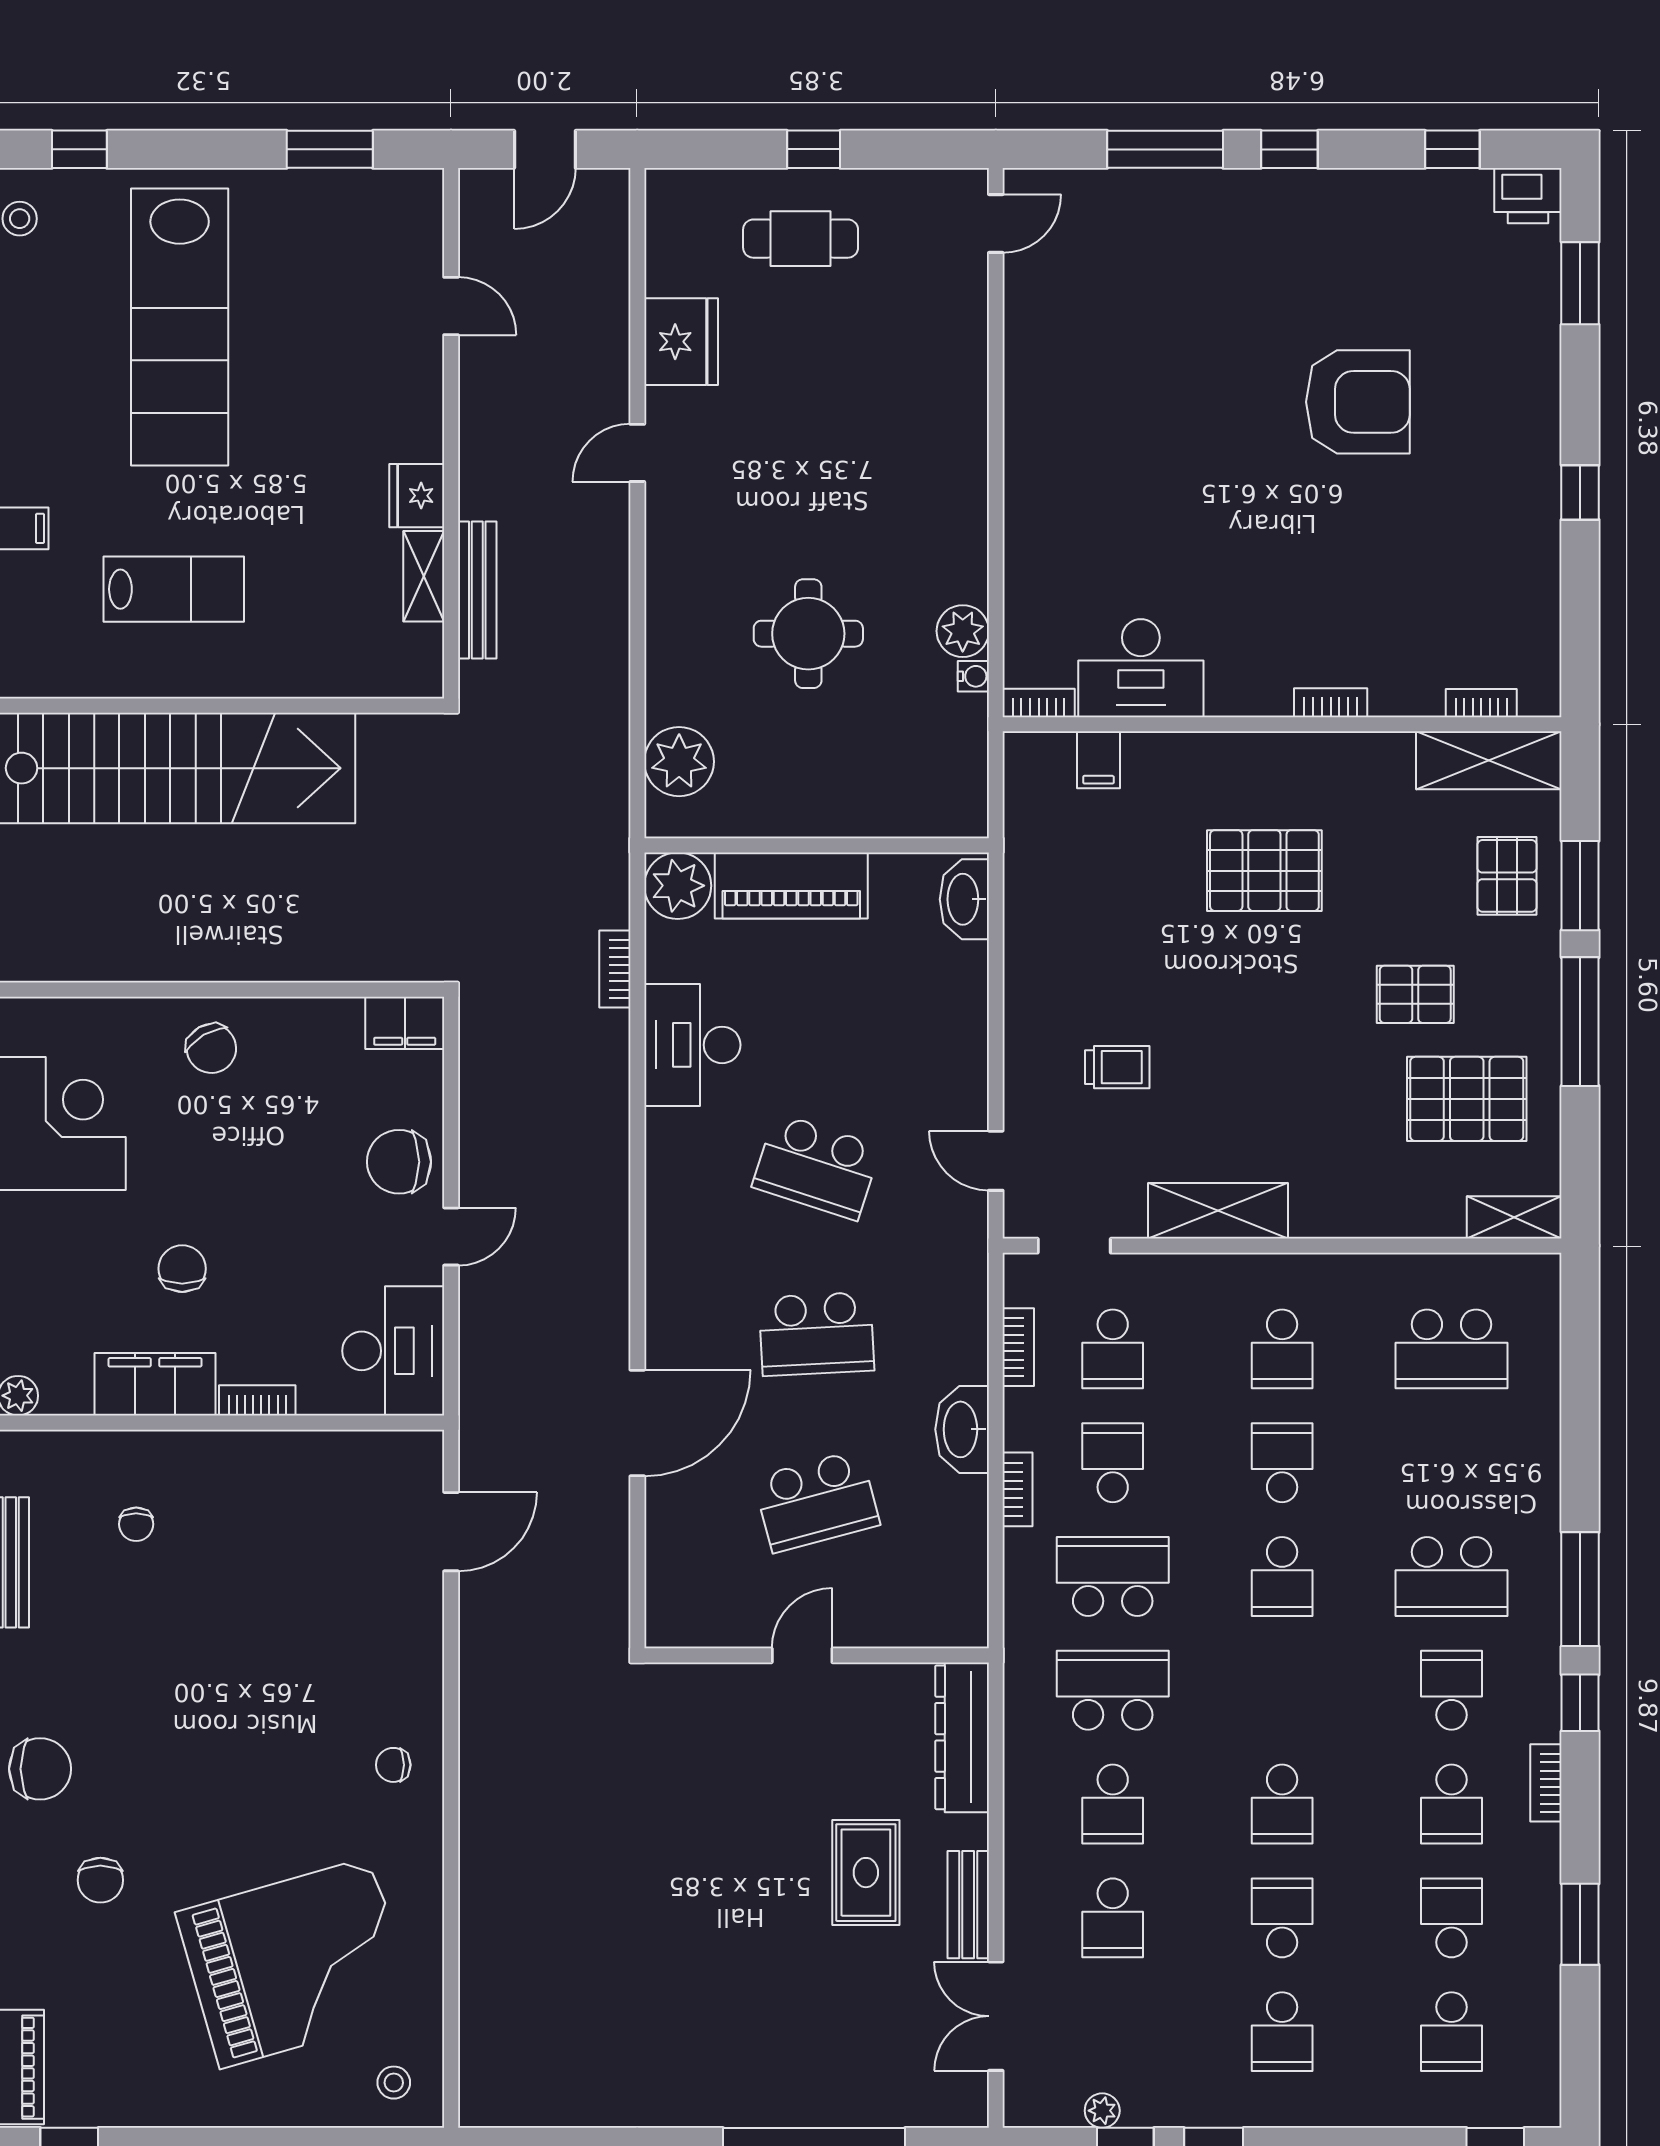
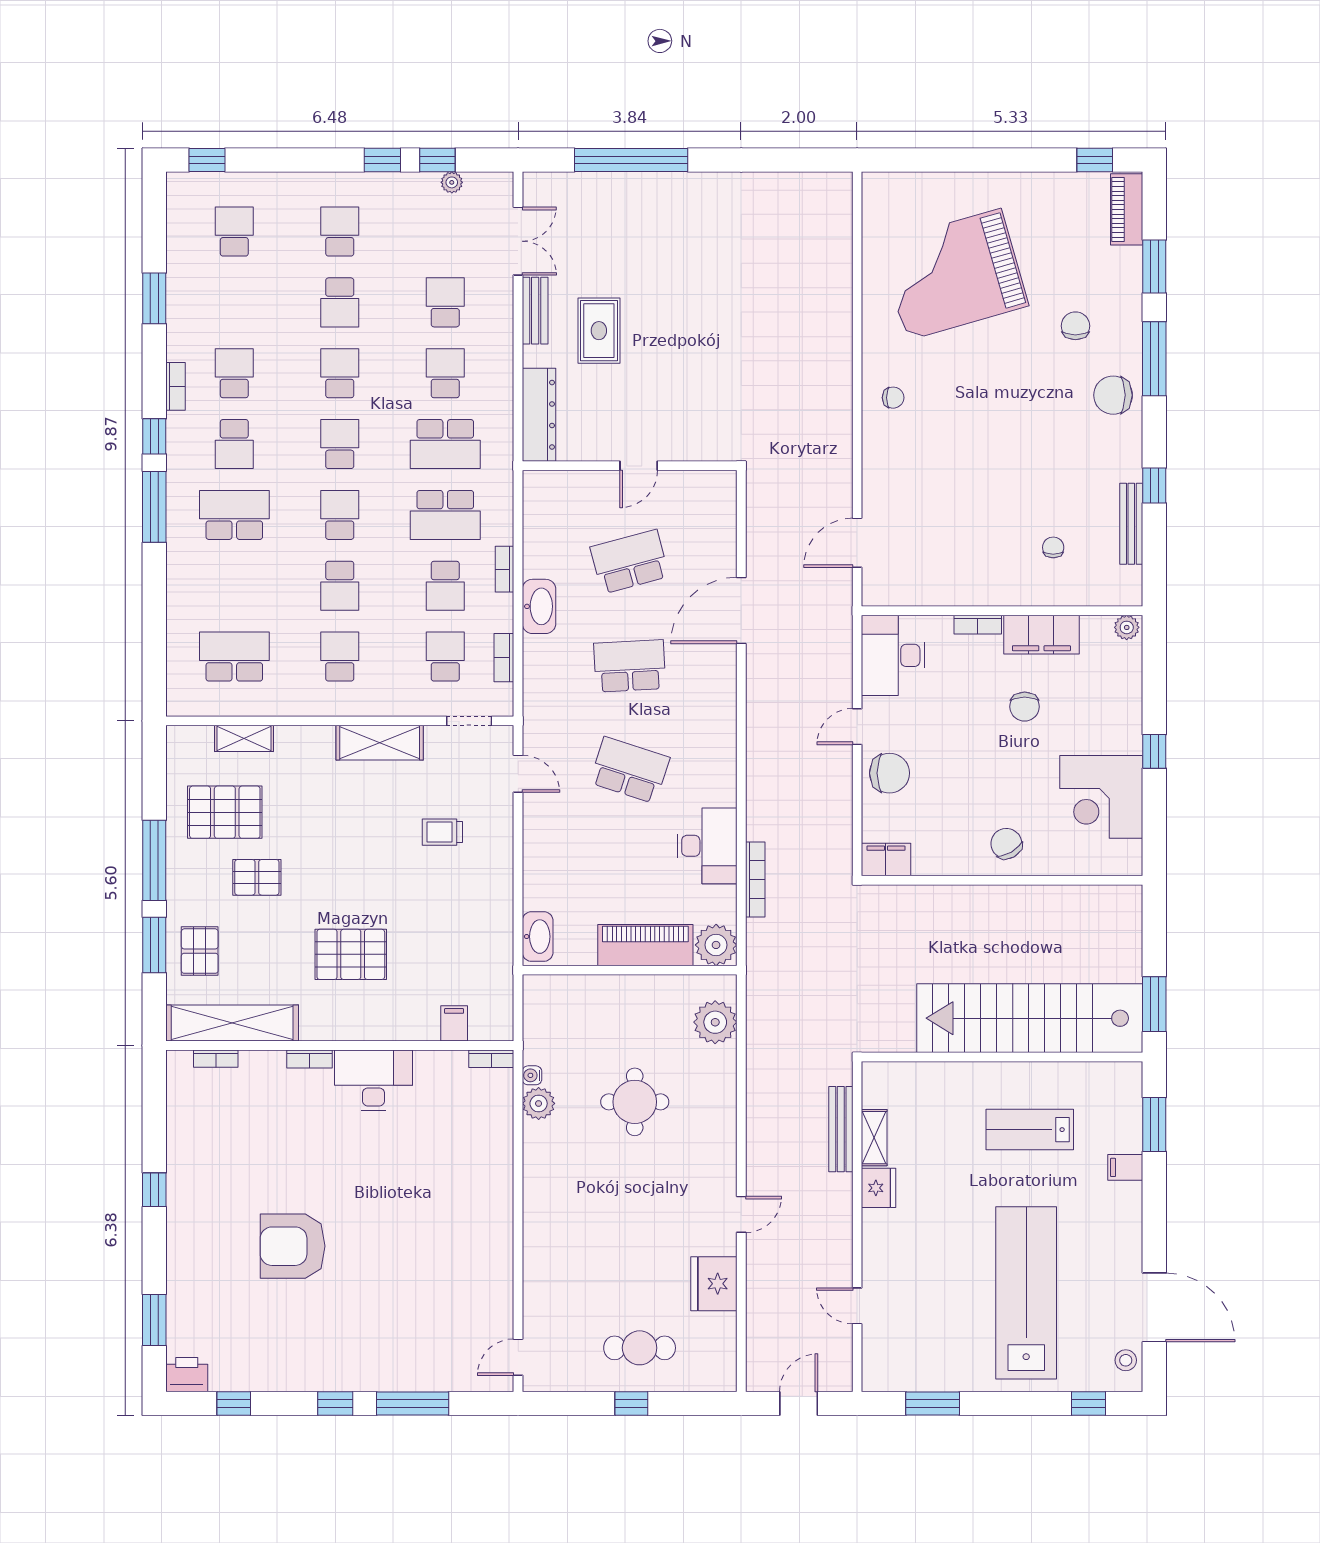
desk: (1141, 668) -> (373, 1080), moved
shelving: (1489, 760) -> (232, 1023), width x1.47
bookcase: (615, 969) -> (755, 880), width x1.56
shelving: (1514, 1217) -> (244, 738), moved
school desk: (1451, 1918) -> (340, 444), moved, turned 180
stool: (394, 2083) -> (893, 200), removed

